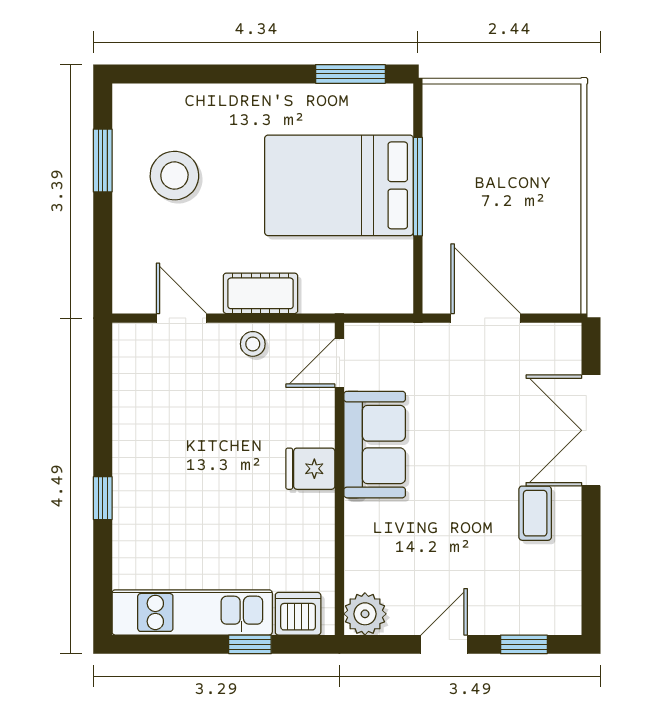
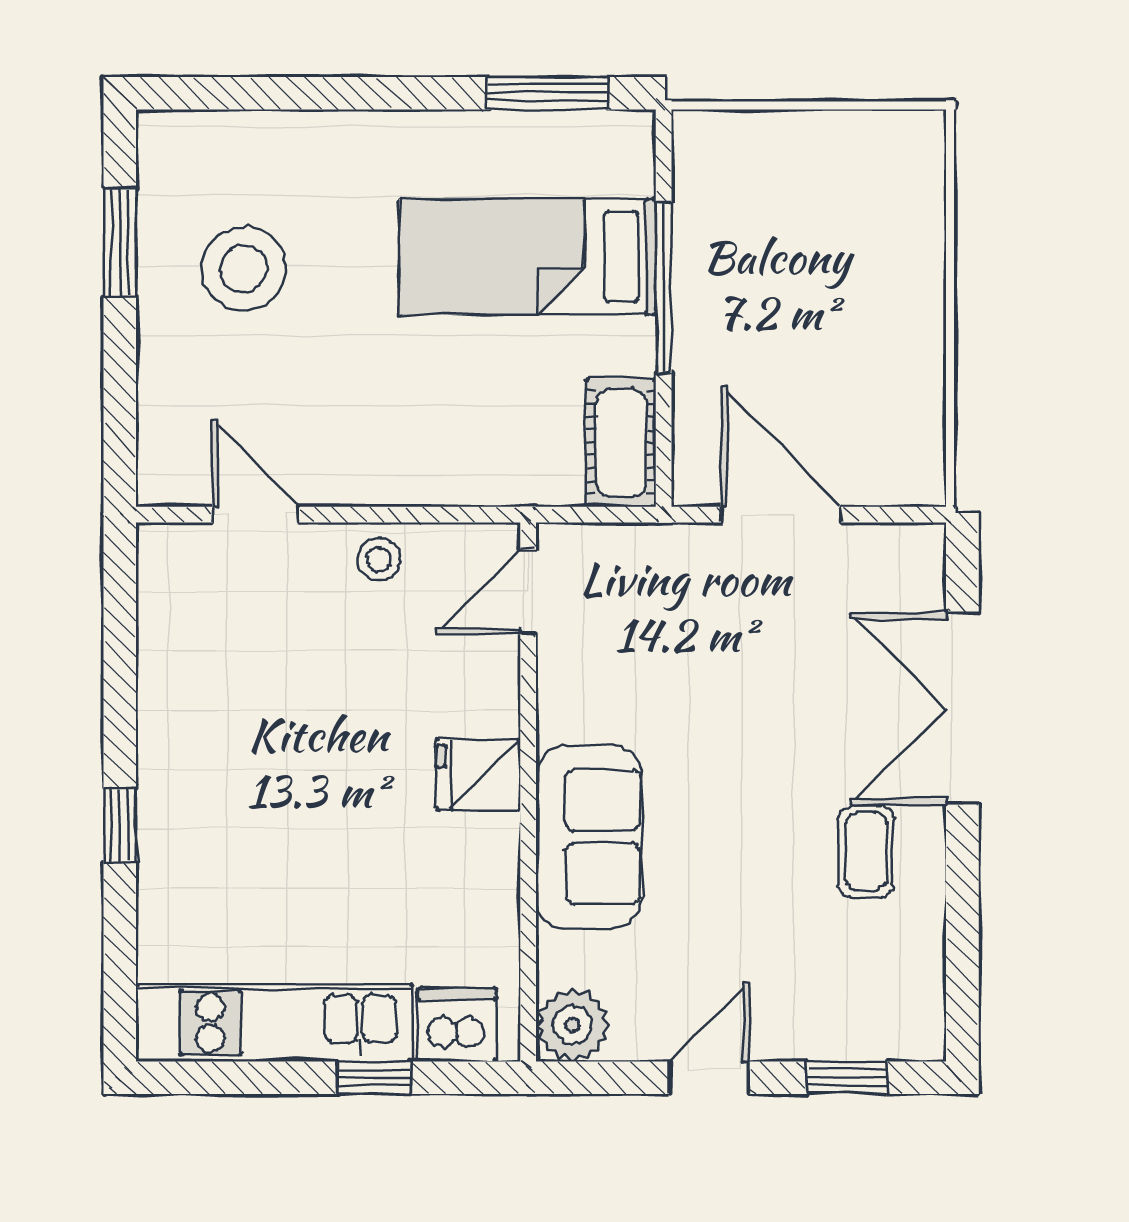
bed: (339, 185) -> (528, 257), width x0.67
cot: (260, 293) -> (621, 443), moved, turned 90
sofa: (375, 445) -> (589, 837), moved

